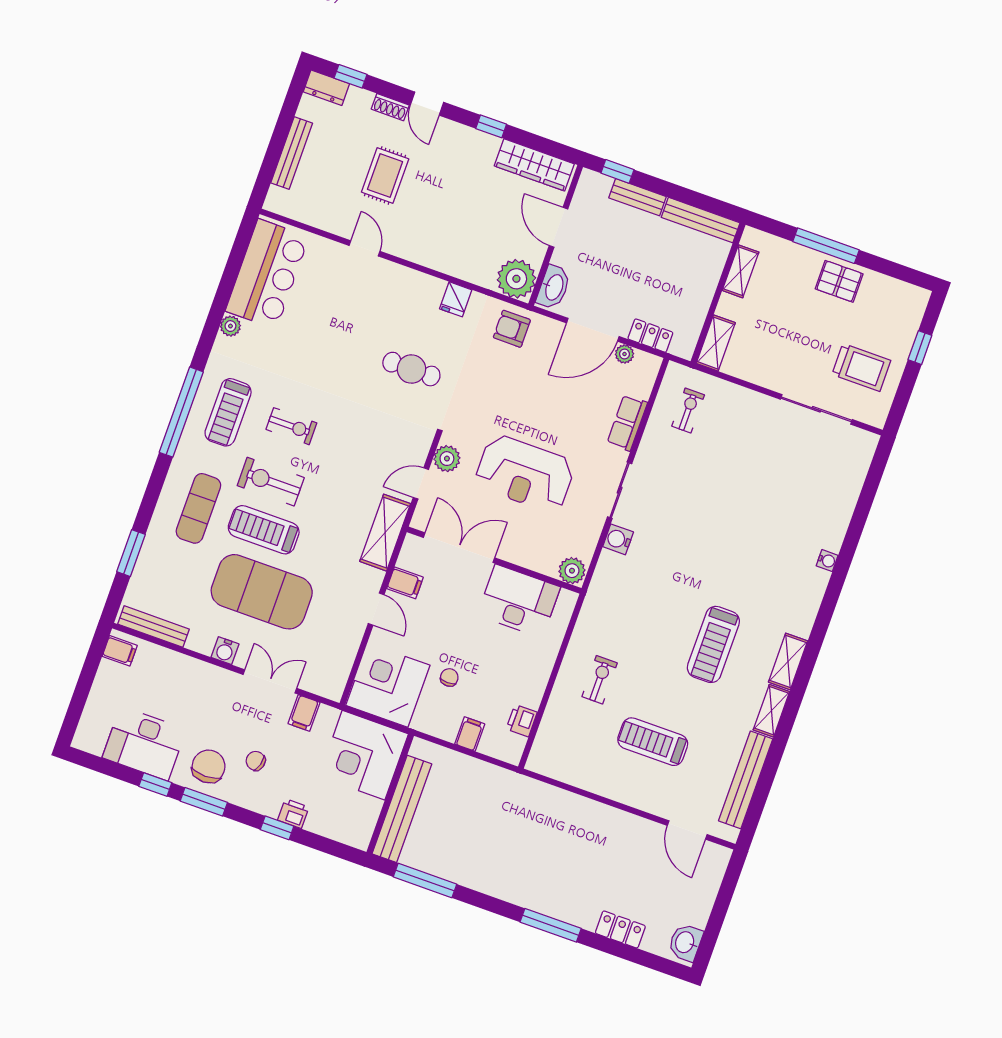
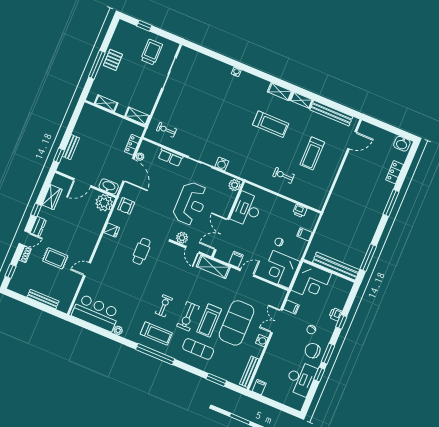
dresser: (326, 88) -> (38, 226), moved
wardrobe: (534, 165) -> (52, 197), width x0.67
bench: (701, 220) -> (82, 120), removed

